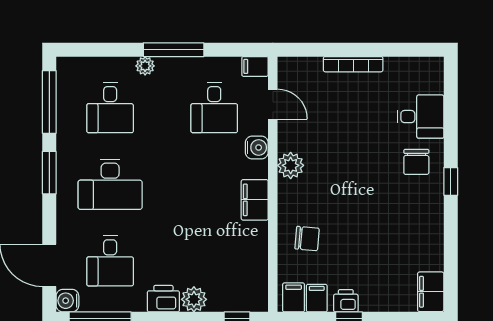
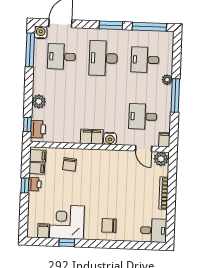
door: (273, 104) -> (144, 148), hinge flipped
desk: (420, 117) -> (154, 230), moved, turned -90
water cooler: (257, 148) -> (110, 138), moved
plant: (291, 165) -> (161, 159), moved
window: (451, 181) -> (67, 243), moved
corner desk: (413, 239) -> (67, 222), added
filing cabinet: (431, 292) -> (43, 231), width x0.50
printer: (163, 299) -> (38, 129), moved

